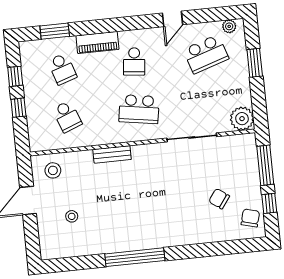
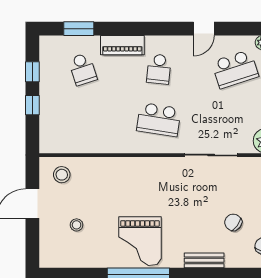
school desk: (67, 117) -> (83, 120), removed
bench: (112, 154) -> (204, 260), moved
grand piano: (133, 225) -> (140, 241), added

